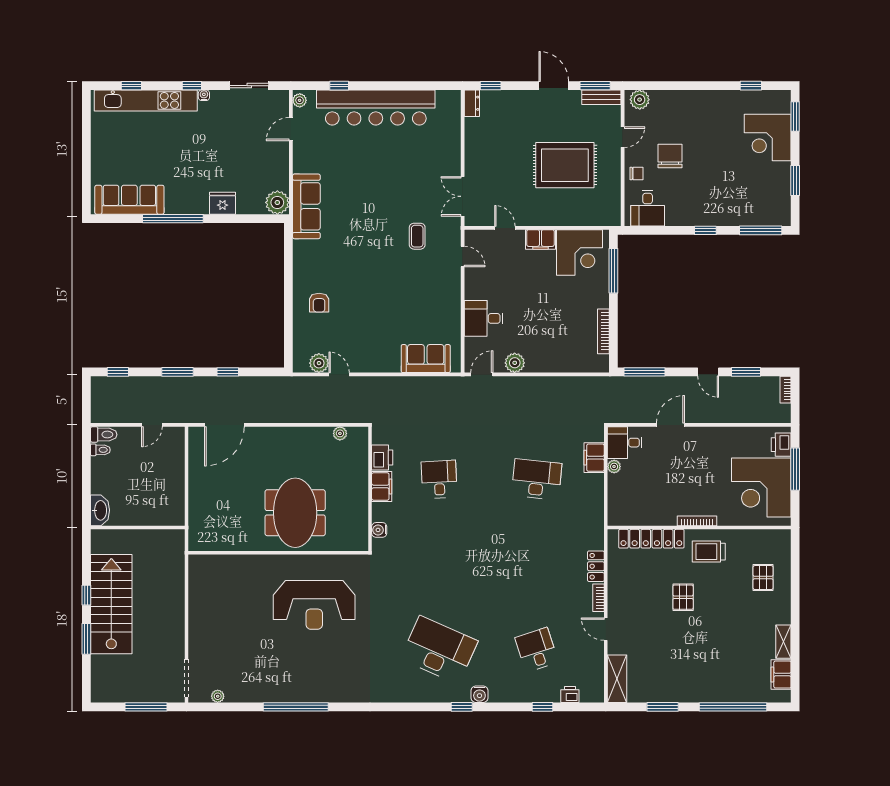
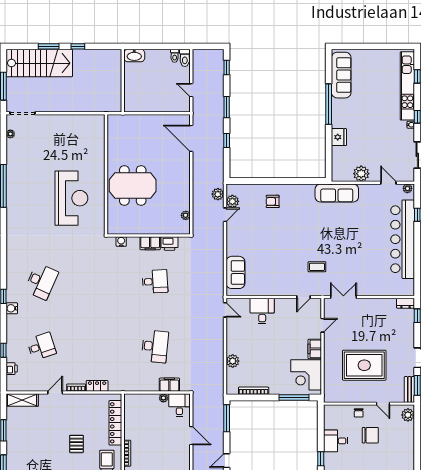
rug: (565, 165) -> (364, 365), turned 90
plant: (277, 202) -> (361, 174), moved
desk: (648, 208) -> (336, 441), moved
plant: (515, 363) -> (233, 361), moved
plant: (308, 385) -> (218, 194), added
pallet: (683, 597) -> (76, 444), turned 90
stairs: (111, 604) -> (39, 63), moved
reception desk: (314, 605) -> (71, 198), turned 180
desk: (439, 650) -> (41, 281), width x0.73, depth x0.77

